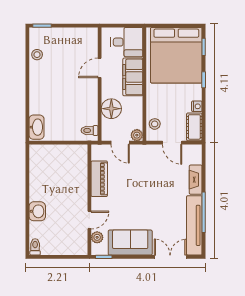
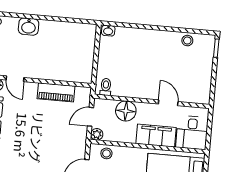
washbasin: (37, 127) -> (108, 31), width x0.52, depth x0.69

